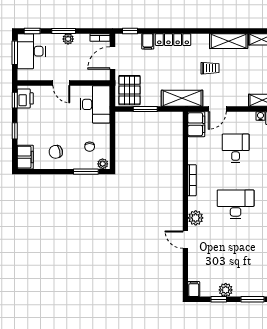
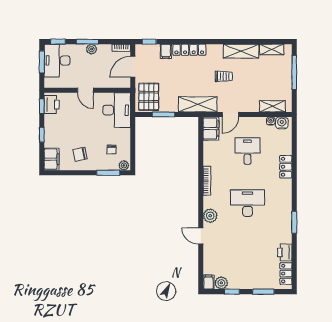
plant: (226, 290) -> (221, 283), moved

